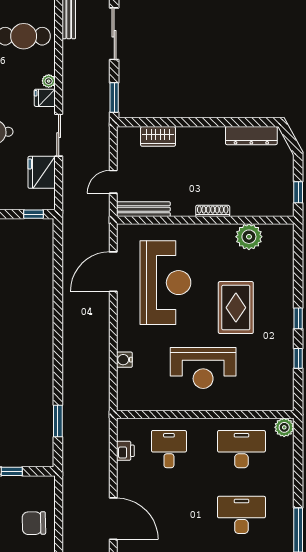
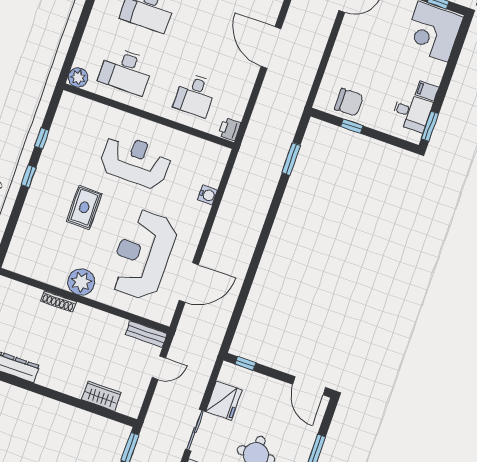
bench: (143, 209) -> (146, 334), width x0.73
shoe rack: (213, 211) -> (58, 301), moved
plant: (249, 237) -> (81, 282), moved
rug: (236, 308) -> (84, 207), width x0.73, depth x0.70
printer: (125, 451) -> (229, 129), moved
chair: (34, 523) -> (349, 102), moved

